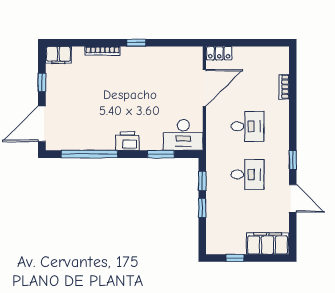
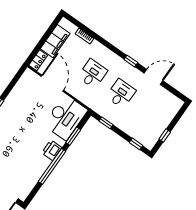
desk: (183, 135) -> (65, 117), width x1.36, depth x1.30
window: (89, 154) -> (52, 166), moved
window: (202, 208) -> (136, 144), moved
filing cabinet: (268, 243) -> (55, 41), moved, turned 180

